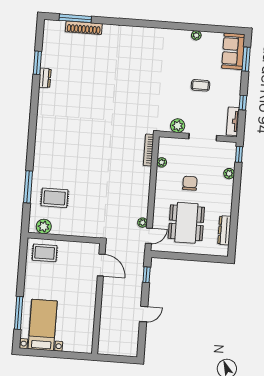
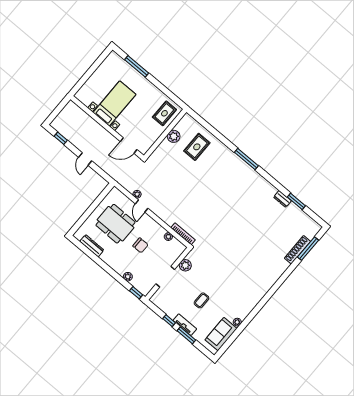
sofa: (233, 51) -> (221, 334), moved, turned -90
window: (246, 59) -> (186, 335), moved
tv unit: (233, 121) -> (185, 325), moved
window: (28, 187) -> (246, 159), moved
plant: (44, 226) -> (174, 136), moved
door: (149, 236) -> (142, 206), moved
window: (147, 275) -> (61, 138), moved
door: (144, 314) -> (85, 159), moved
bed with nightstands: (43, 325) -> (114, 103), moved, turned -90

